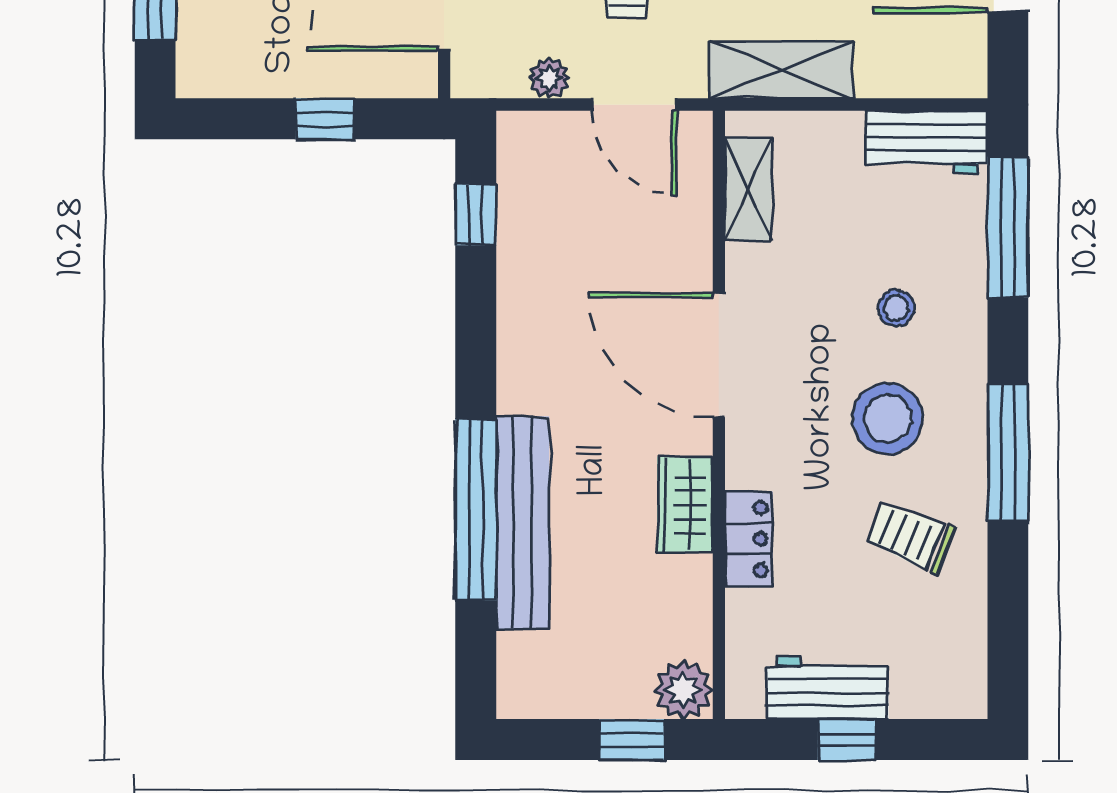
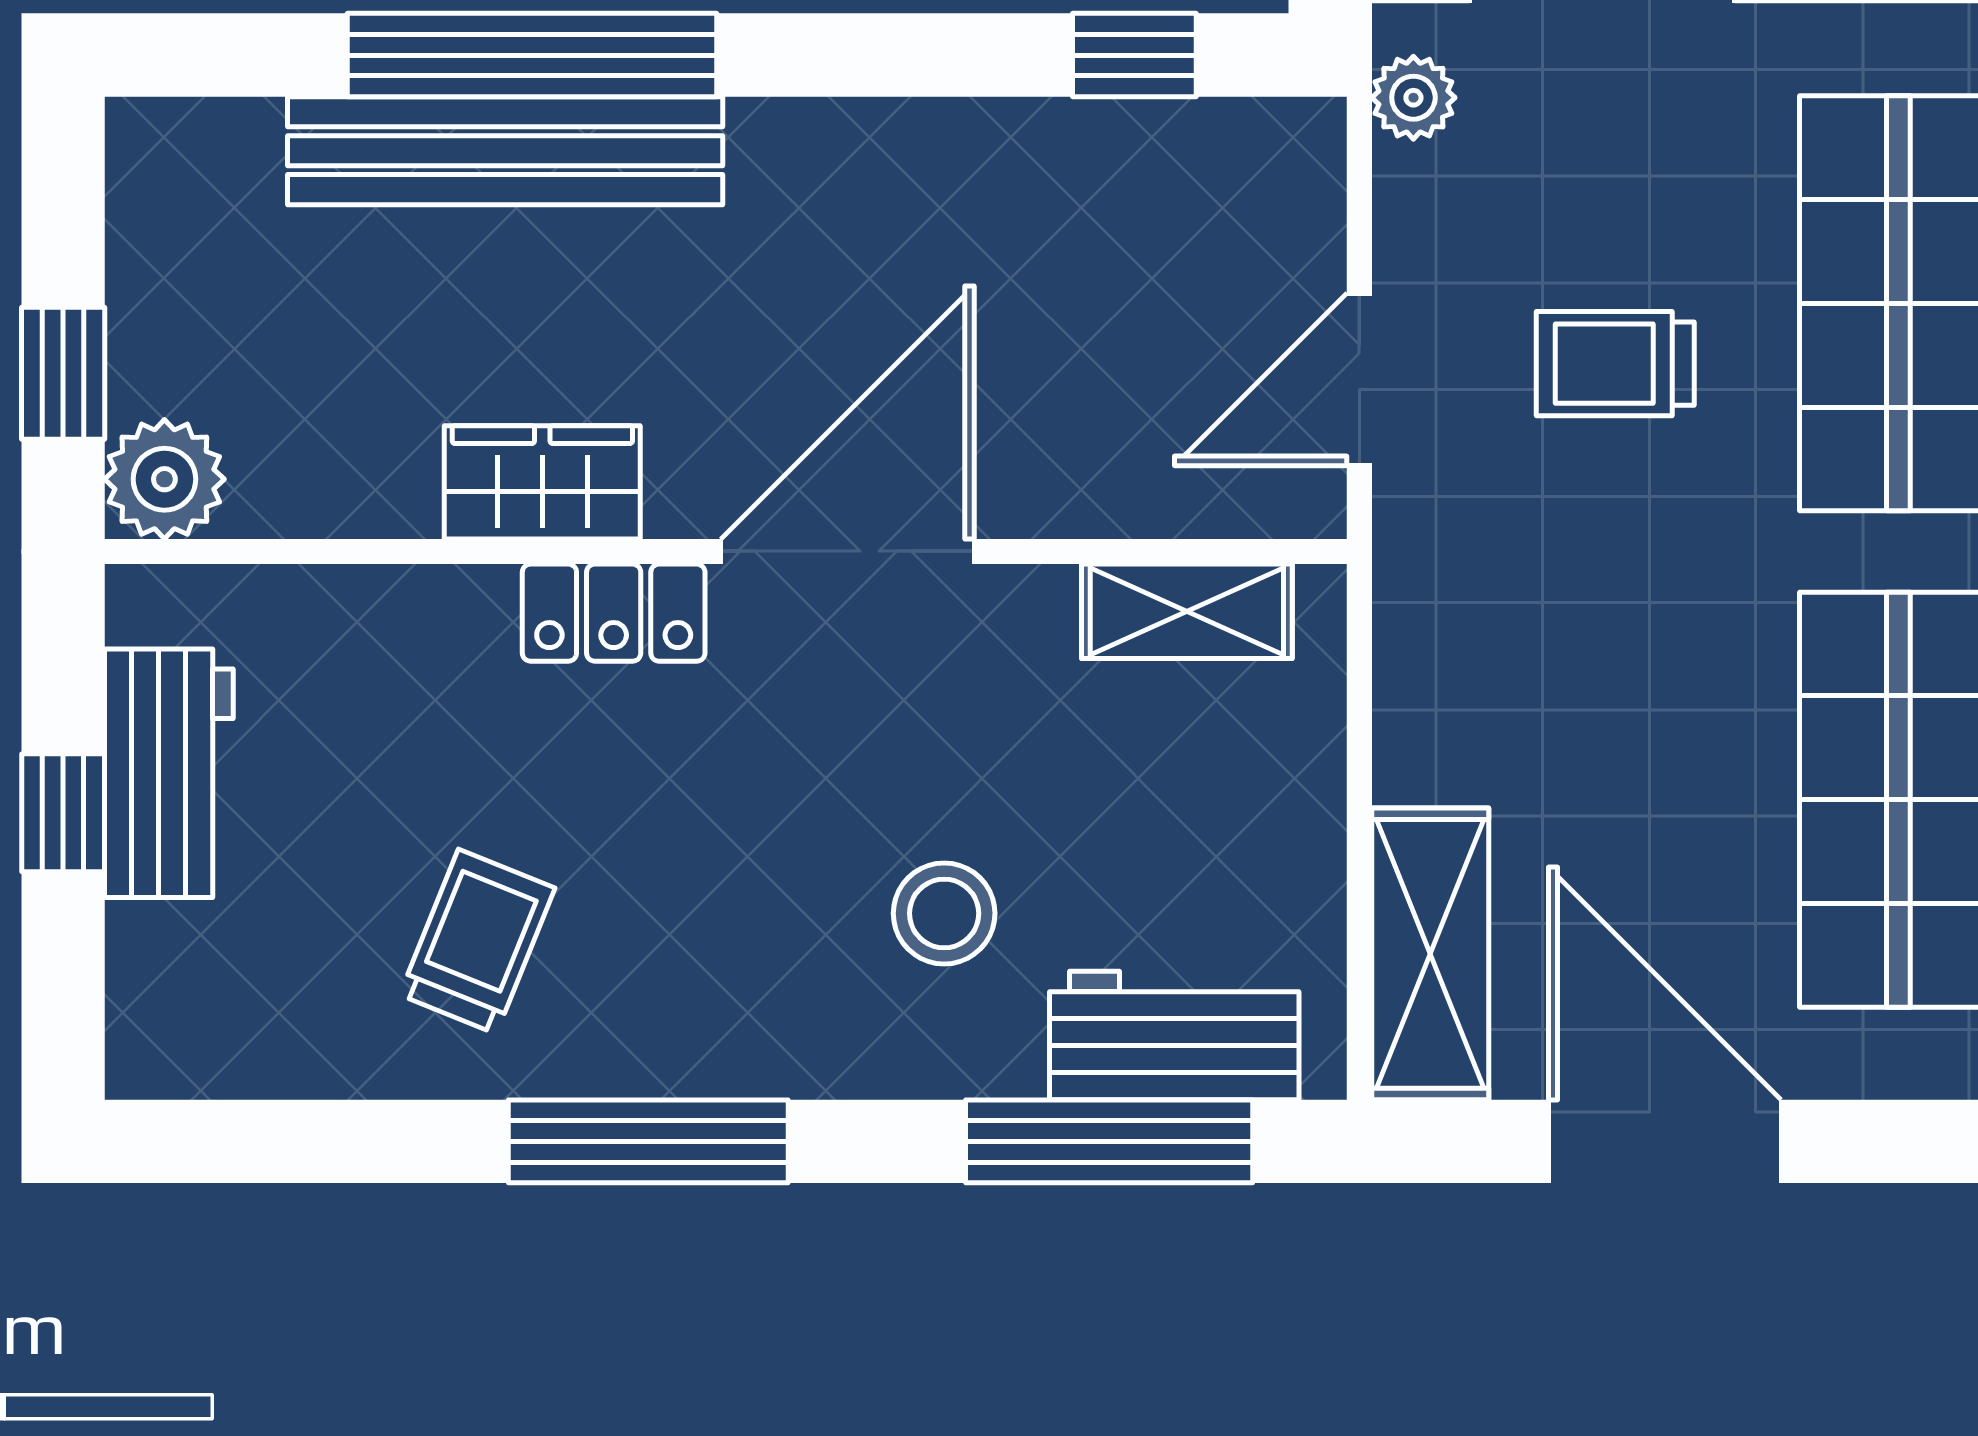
shelving: (781, 70) -> (1430, 954), moved
plant: (549, 78) -> (1413, 98), moved
workbench: (926, 142) -> (1174, 1035), moved, turned 90
stool: (896, 308) -> (944, 913), width x1.37, depth x1.37
stool: (887, 419) -> (718, 896), removed
locker: (749, 539) -> (614, 613), moved

